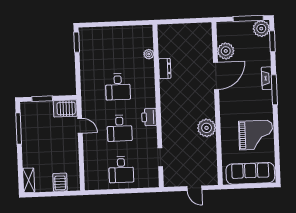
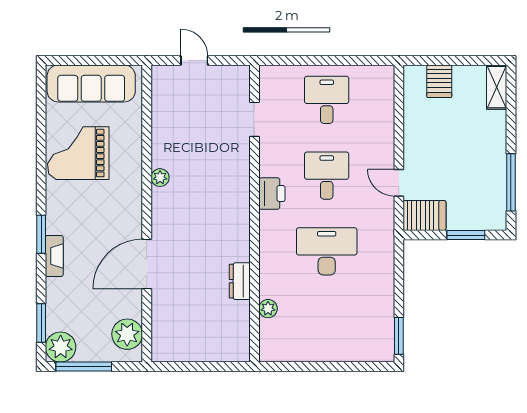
plant: (226, 51) -> (127, 334), moved
desk: (118, 87) -> (327, 251), width x1.37
window: (274, 90) -> (41, 234), width x0.69
plant: (207, 128) -> (160, 178), width x0.53, depth x0.53

